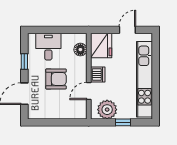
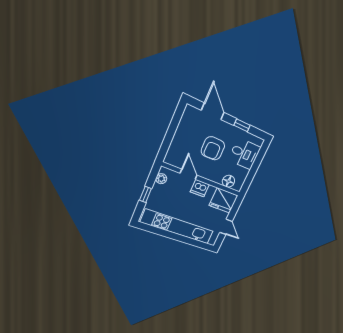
plant: (107, 110) -> (161, 179), width x0.53, depth x0.53

